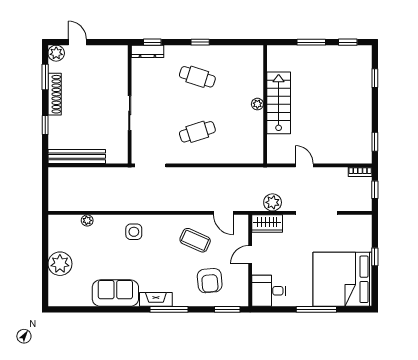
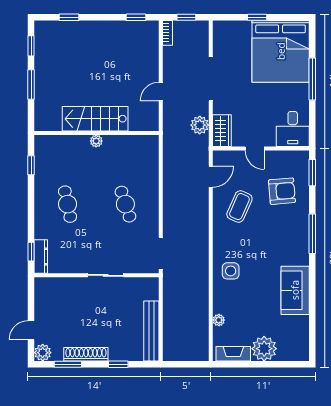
window: (200, 42) -> (31, 165), moved
cafe table: (197, 77) -> (68, 204), turned -30
fireplace: (156, 299) -> (233, 354), moved, turned 90

